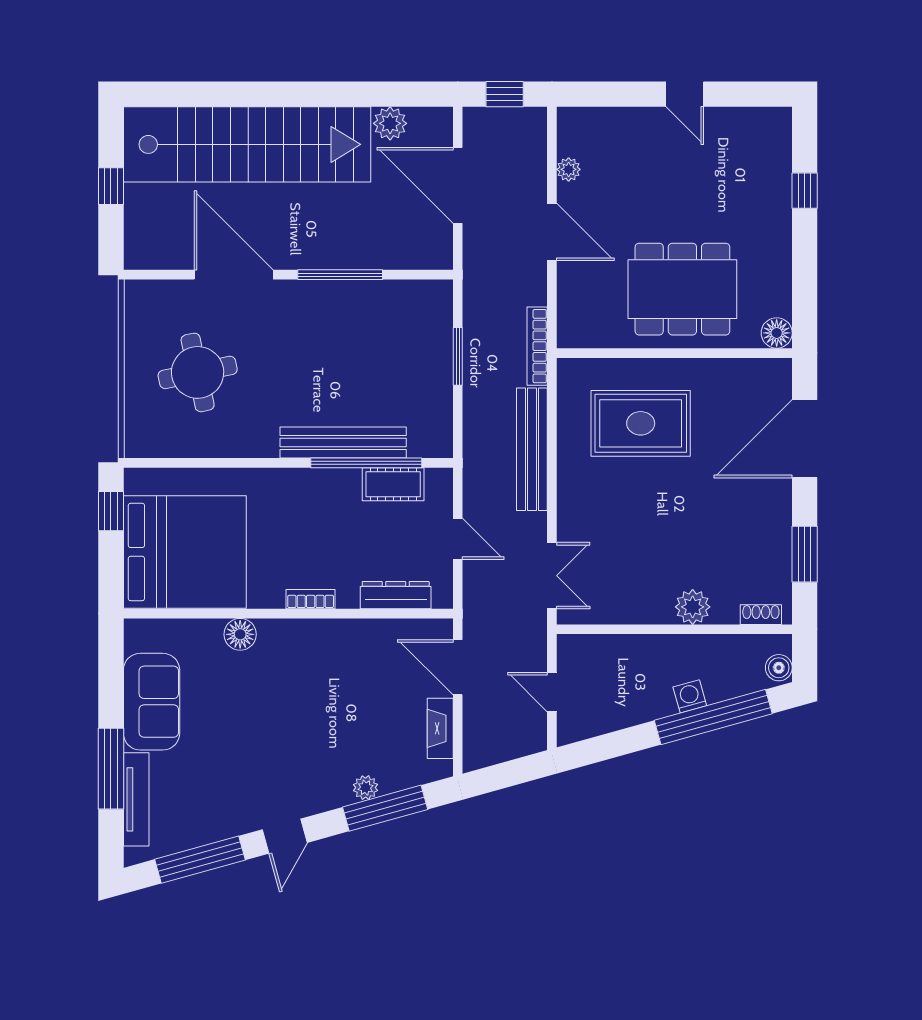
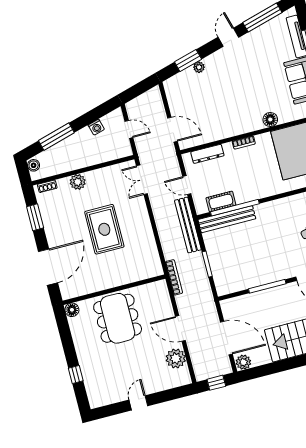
door: (685, 94) -> (138, 403), hinge flipped
plant: (390, 123) -> (243, 362), moved
plant: (569, 169) -> (176, 358), width x1.88, depth x1.88
dining table: (682, 289) -> (118, 318), turned 90
rug: (641, 423) -> (104, 229), moved, turned 90
bench: (343, 443) -> (227, 219), moved
bench: (532, 449) -> (188, 225), moved
washing machine: (690, 696) -> (96, 127), moved
window: (713, 717) -> (56, 137), width x0.68
fireplace: (440, 728) -> (173, 101), removed
window: (385, 808) -> (188, 60), width x0.69

